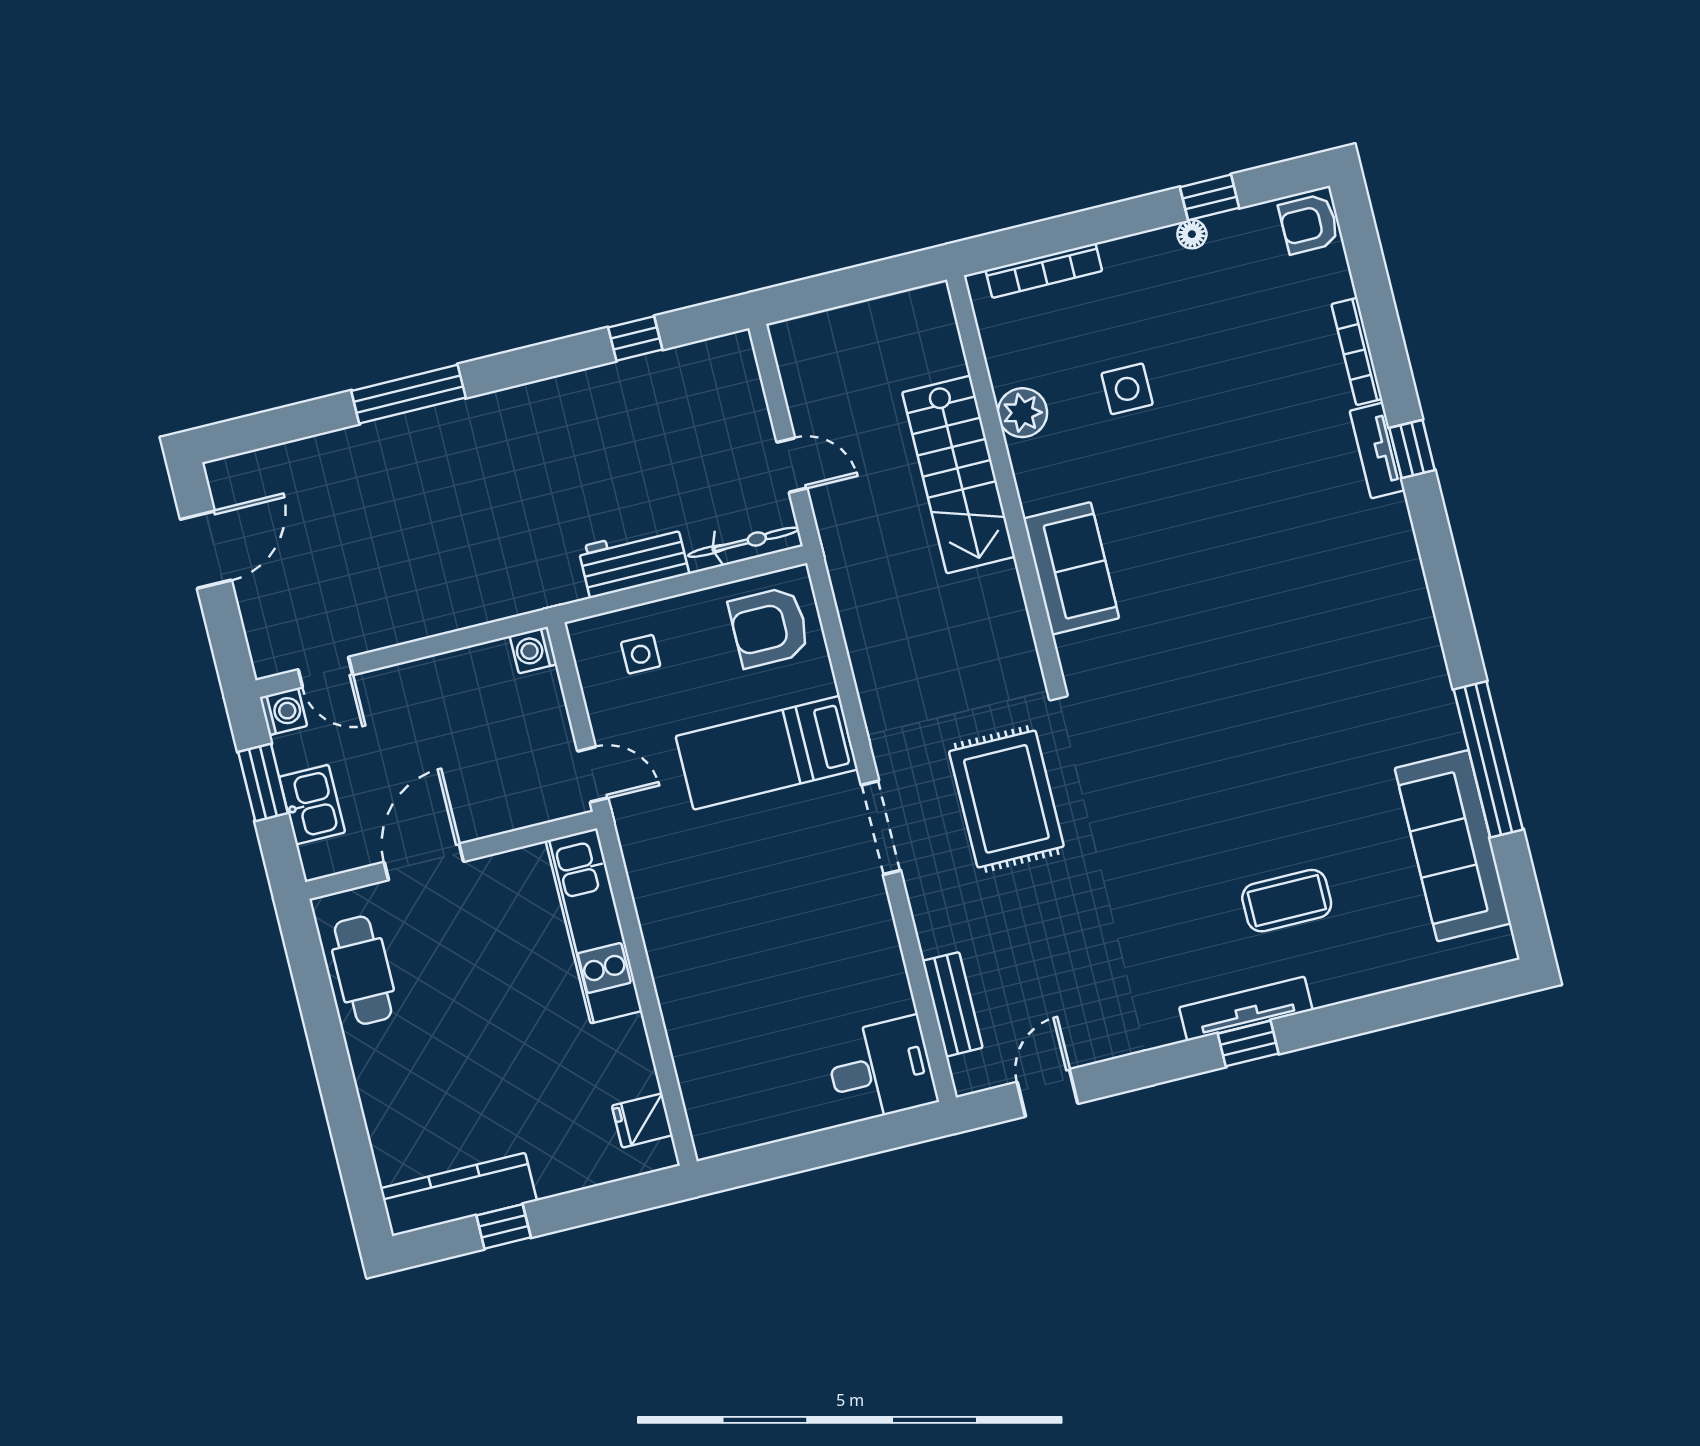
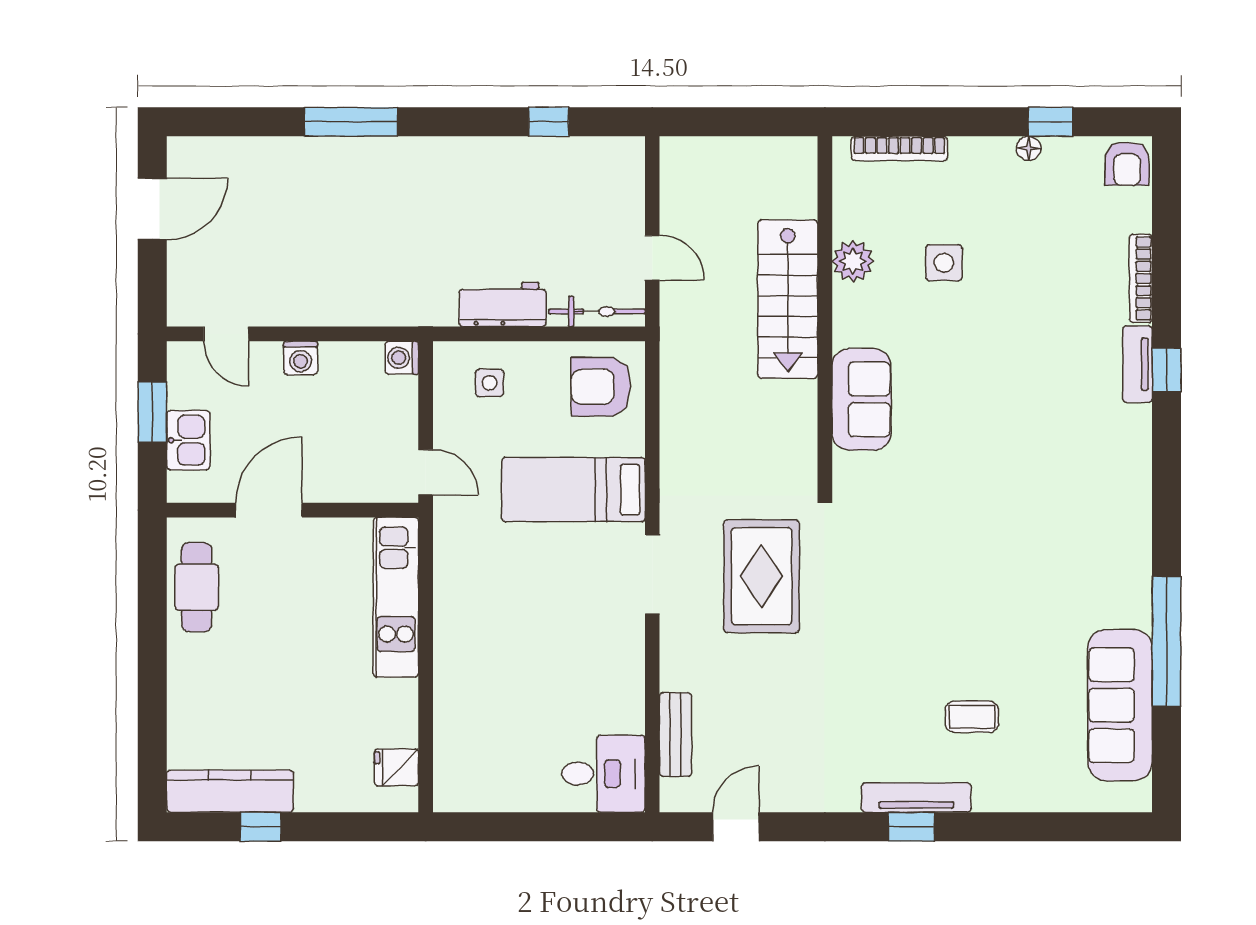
armchair: (1309, 224) -> (1127, 164), turned -90
washing machine: (283, 712) -> (301, 358), moved, turned 90
coffee table: (1287, 901) -> (972, 717), width x0.73, depth x0.77

